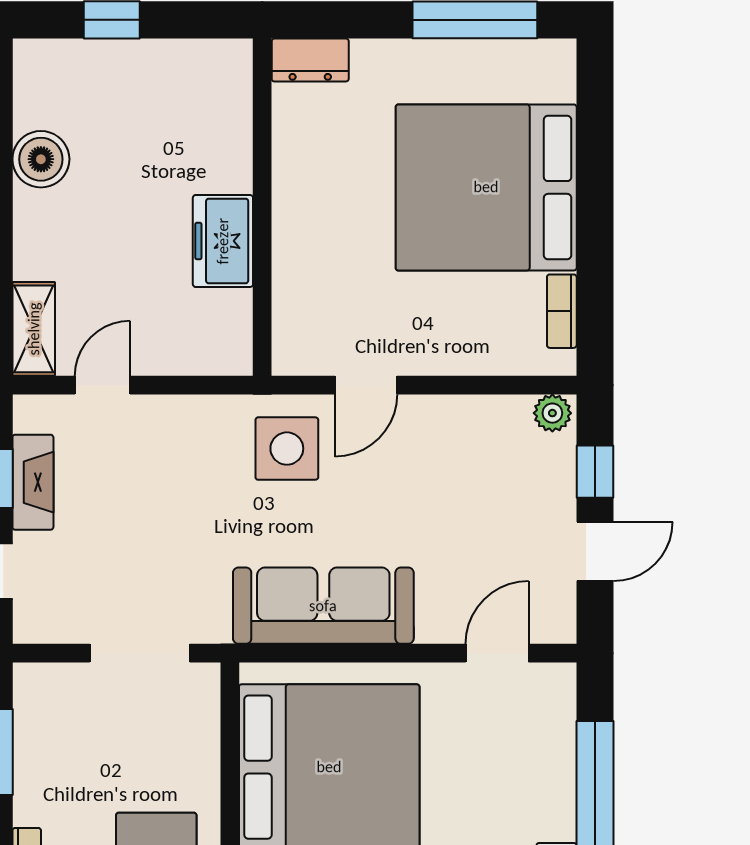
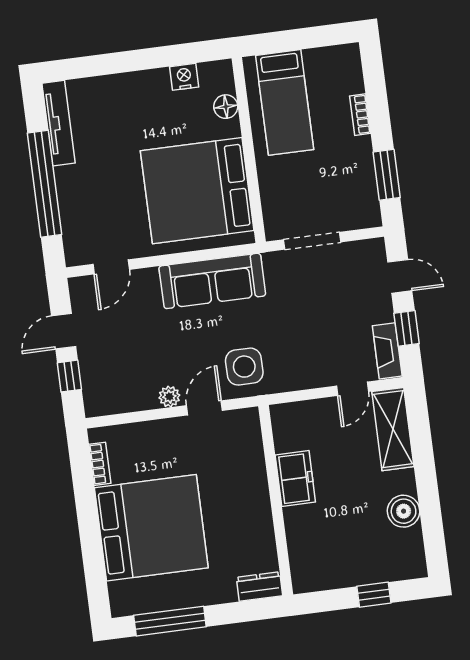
shelving: (34, 329) -> (393, 429), width x1.50, depth x1.33
plant: (552, 413) -> (169, 397), moved
fireplace: (33, 482) -> (387, 351), moved

